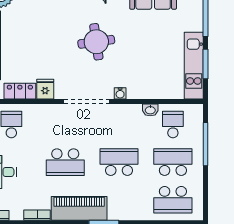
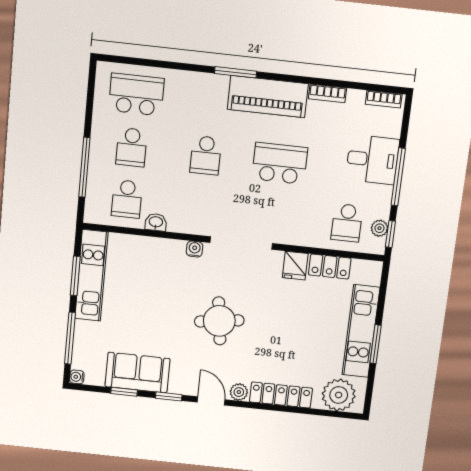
school desk: (119, 162) -> (206, 155), width x0.54
school desk: (173, 162) -> (132, 147), width x0.54

